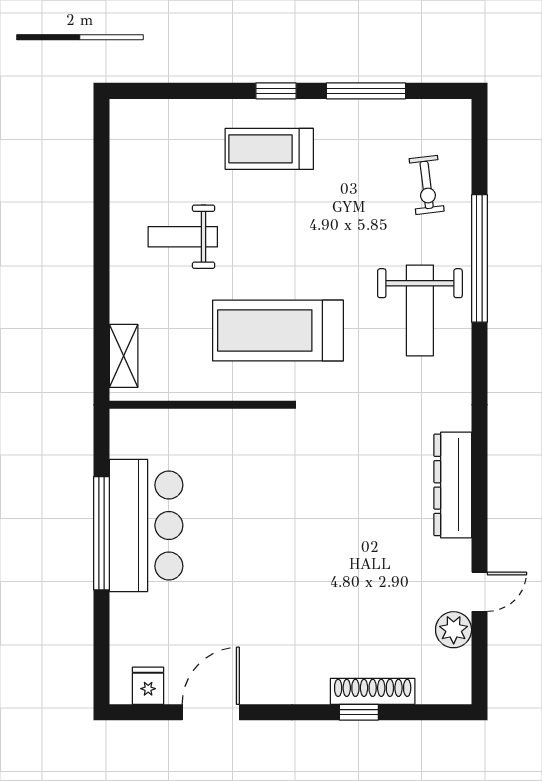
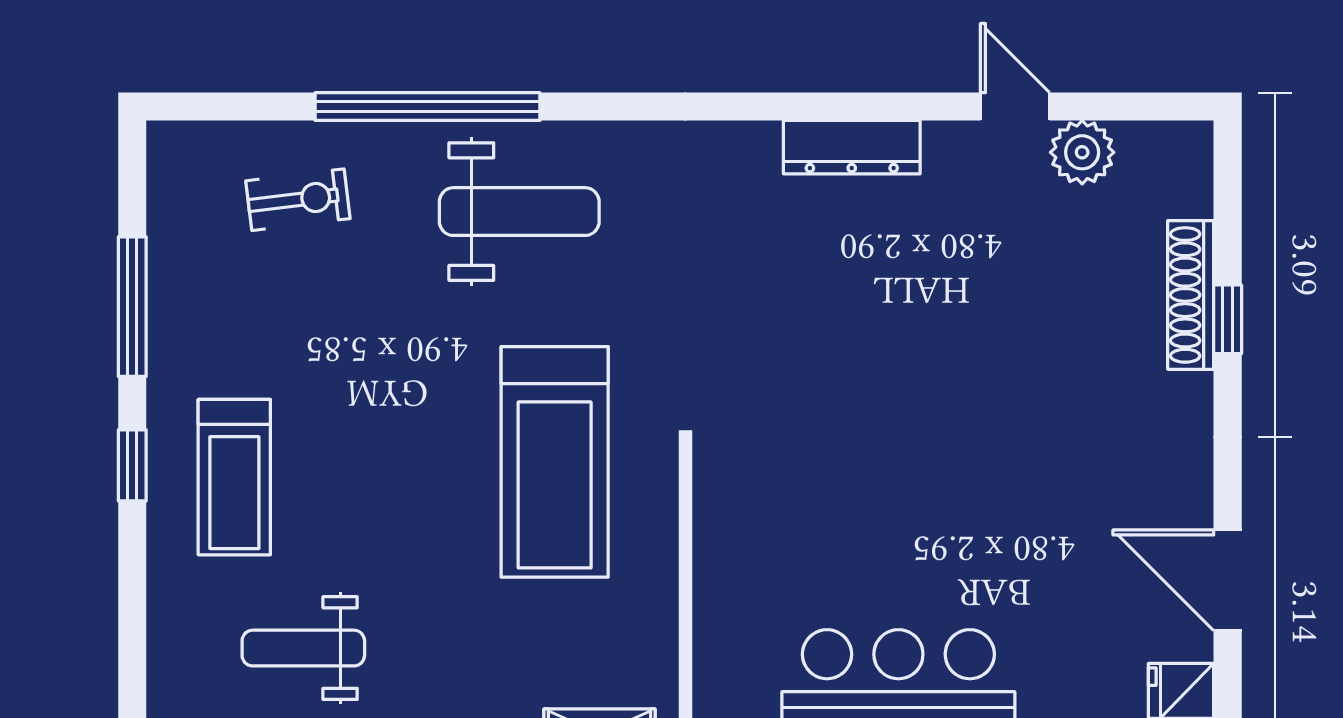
weight bench: (183, 237) -> (303, 648), moved, turned 90
dresser: (453, 485) -> (852, 147), width x0.73, depth x0.80

